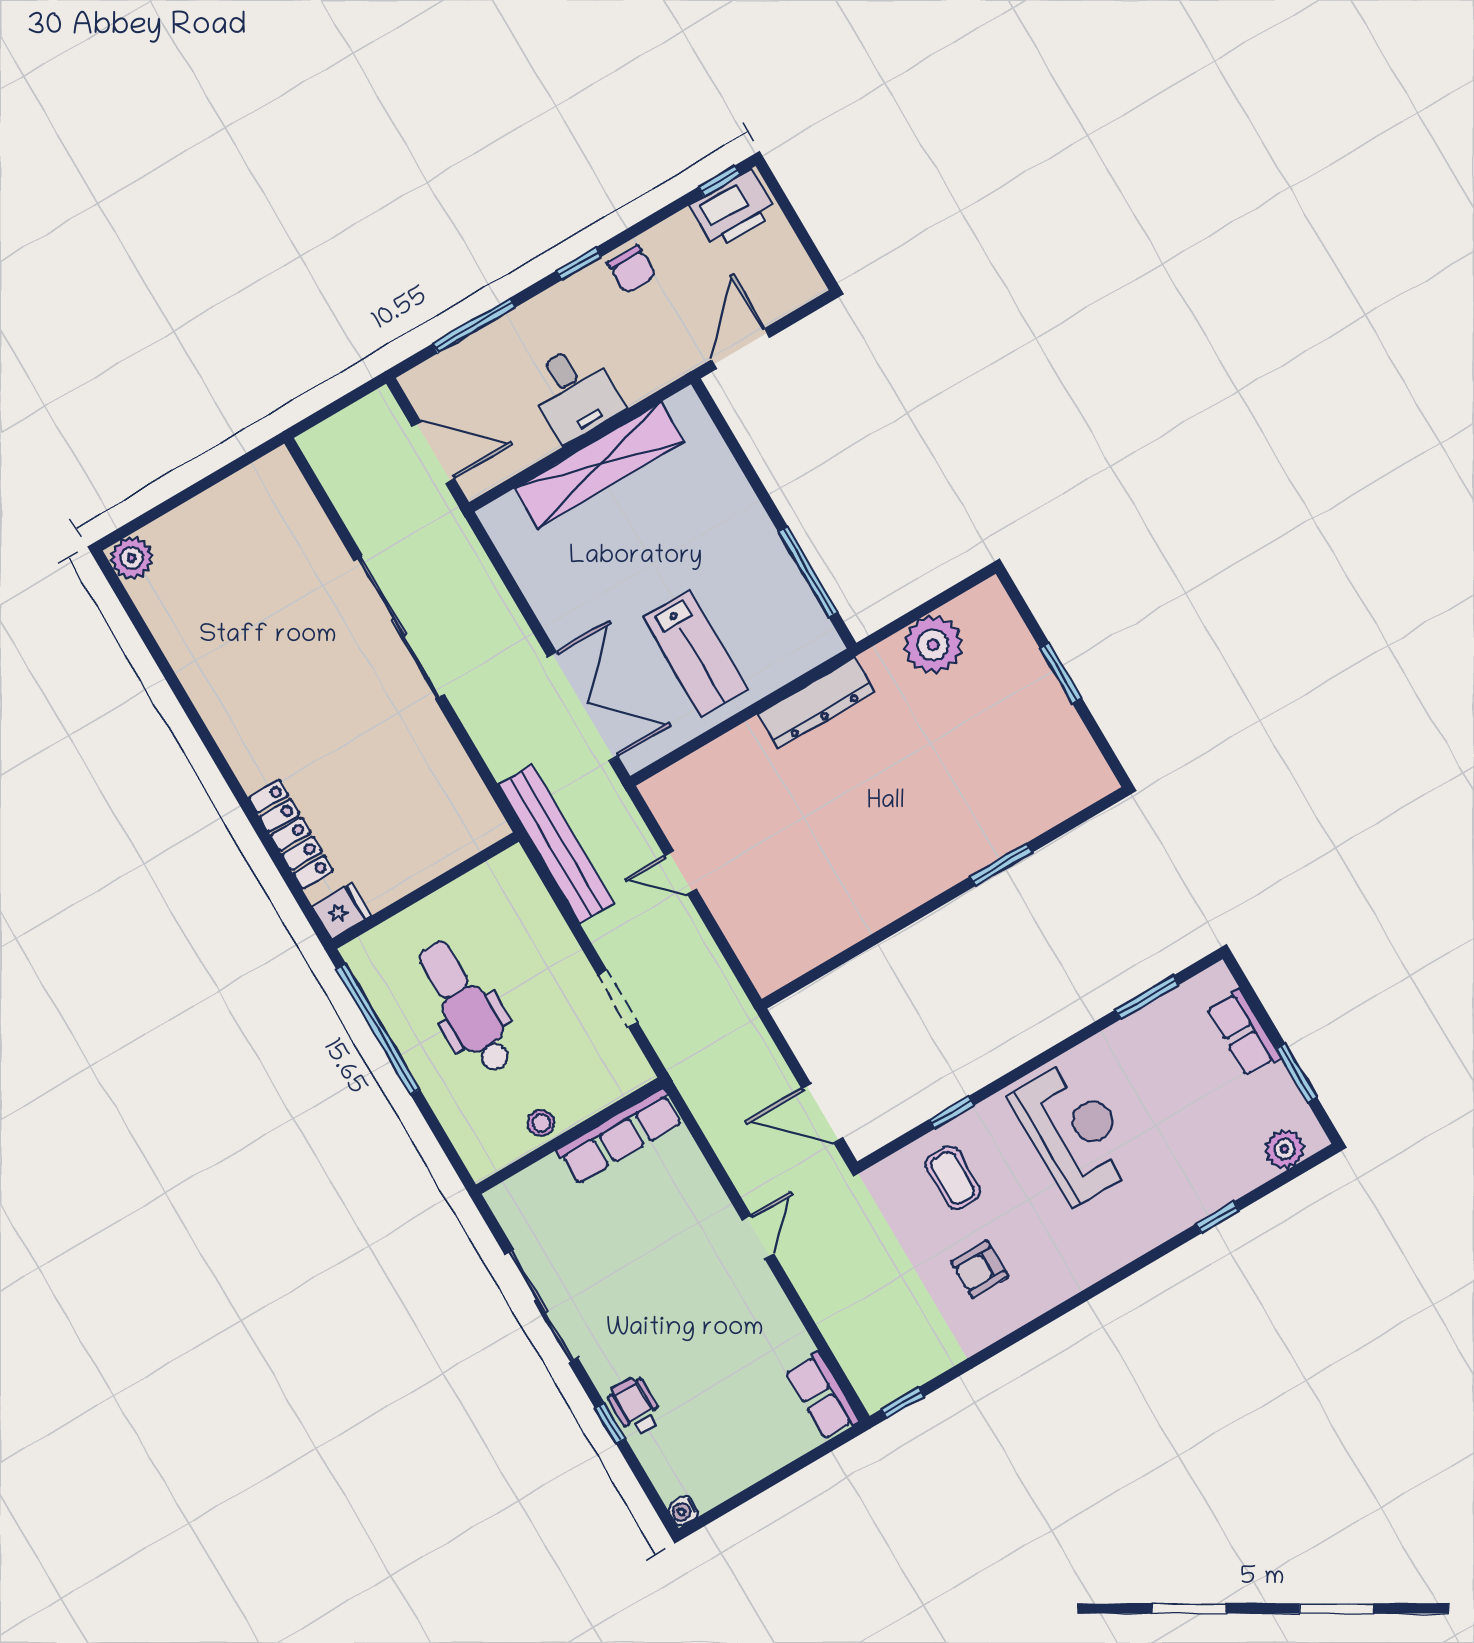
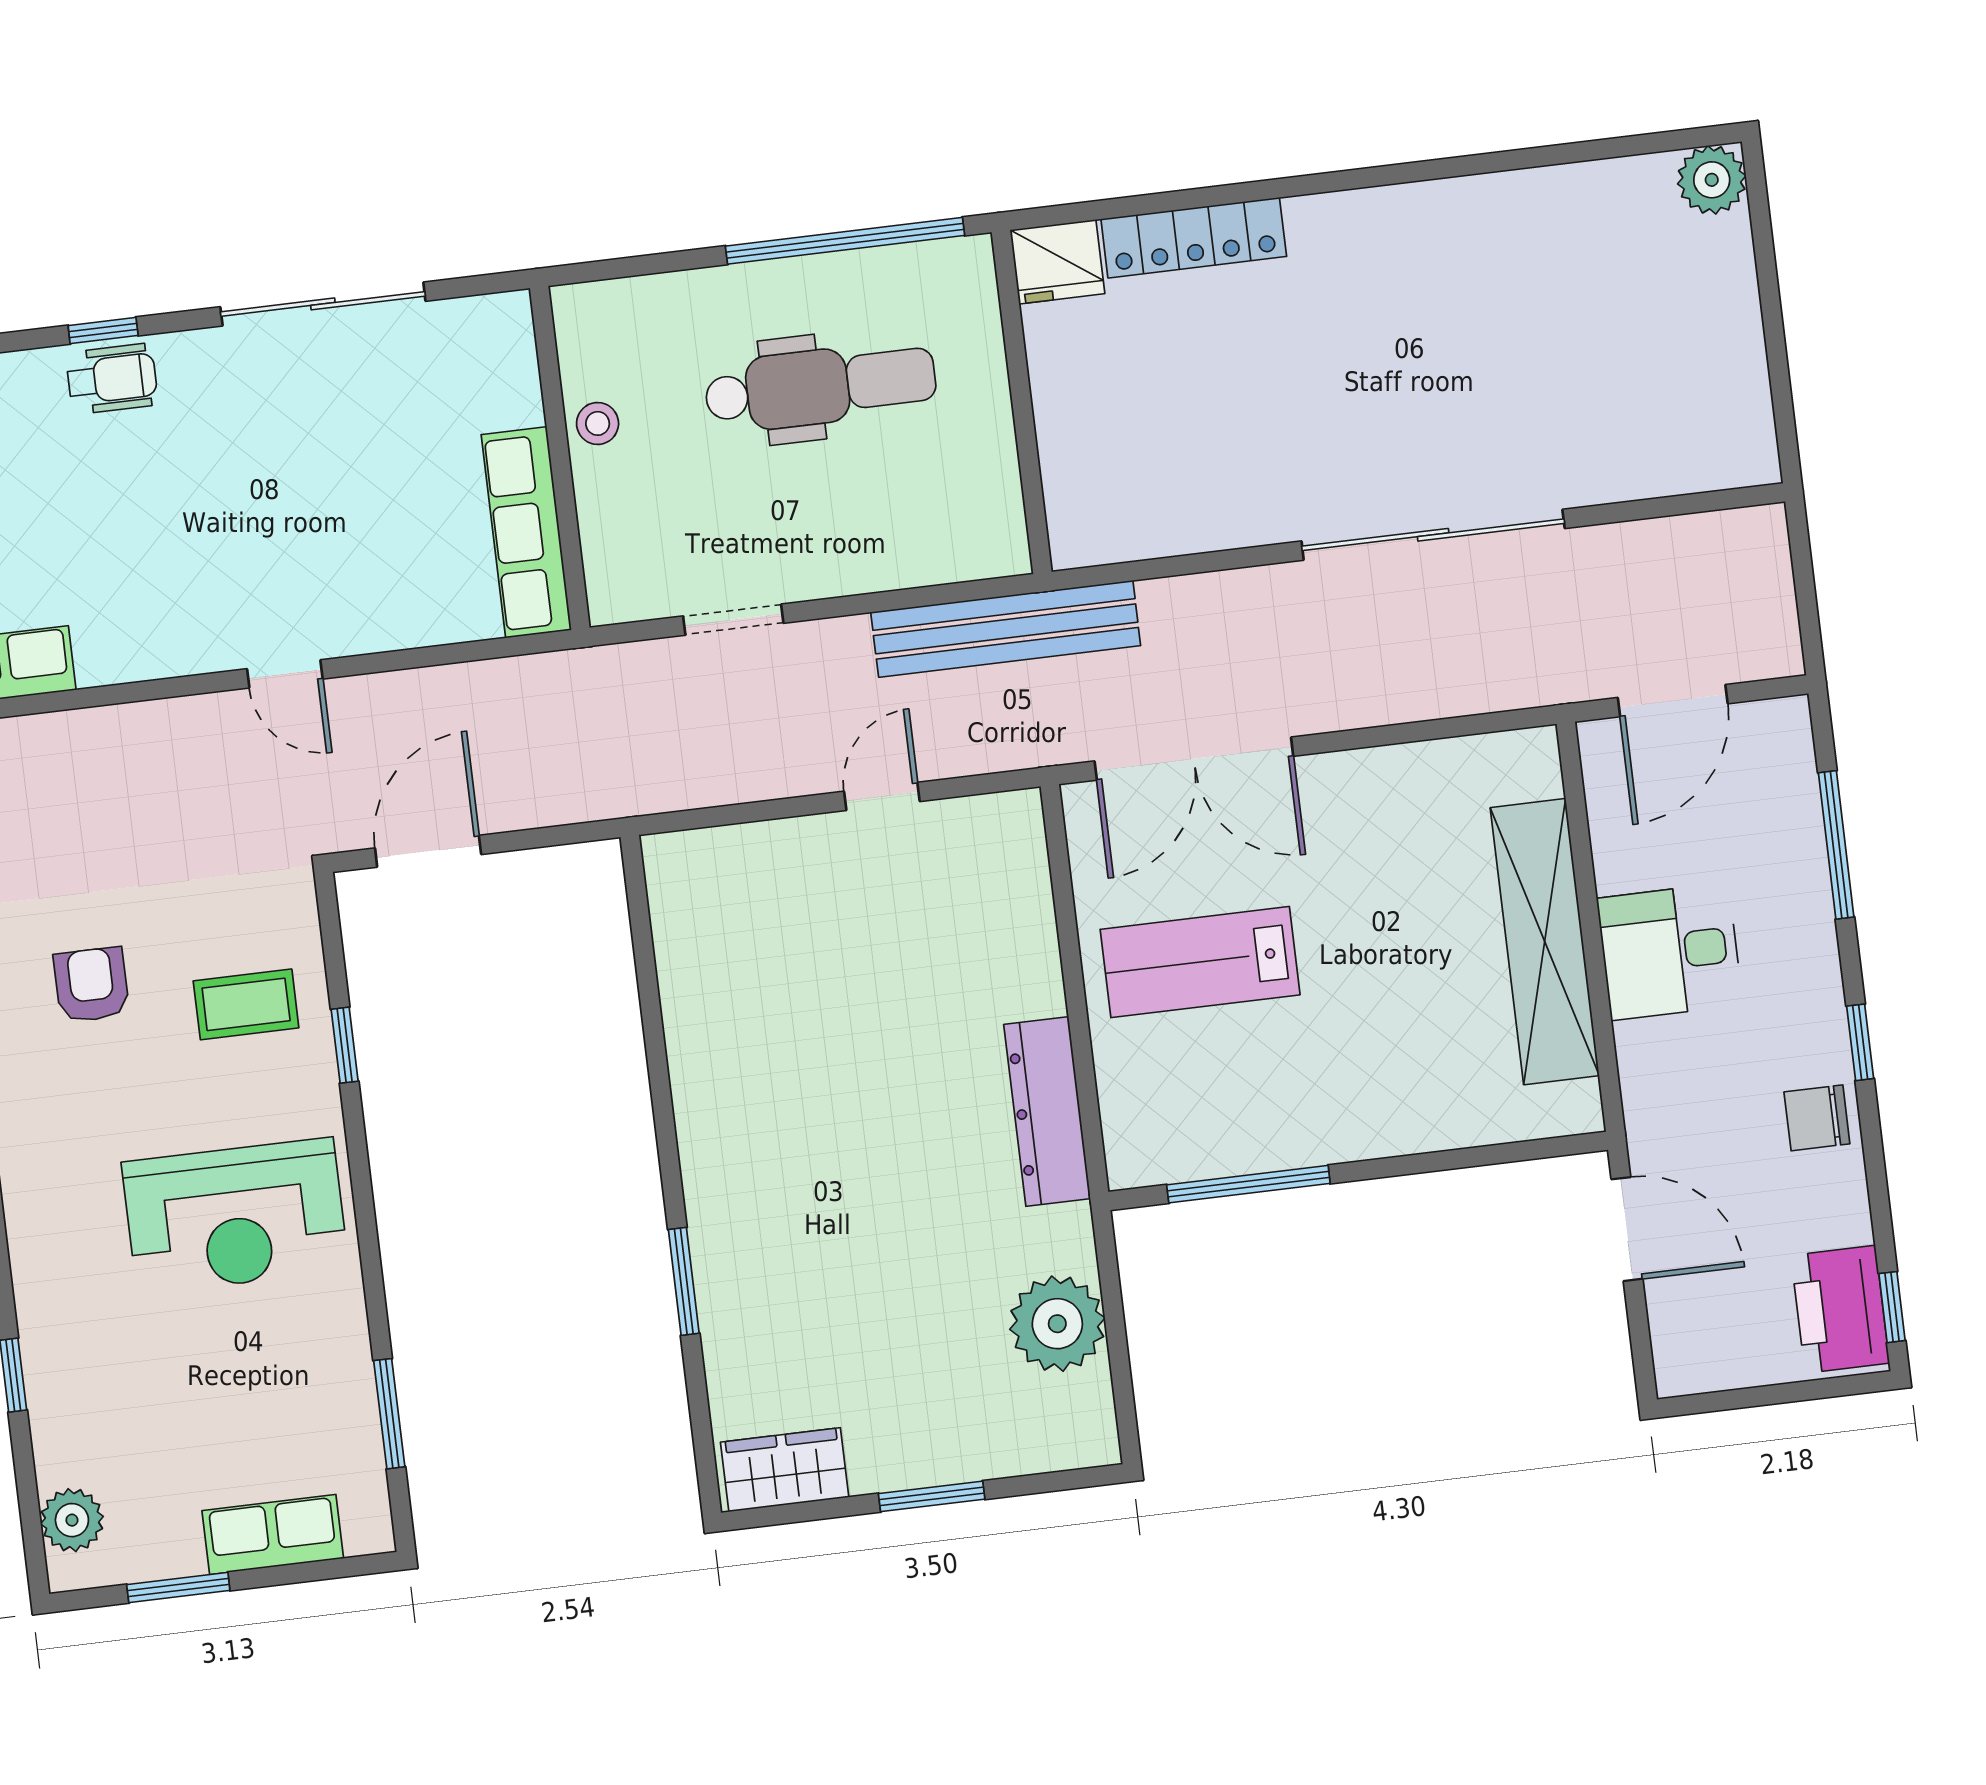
wardrobe: (1082, 762) -> (785, 1470), added
fridge: (342, 911) -> (1057, 262), width x1.38

